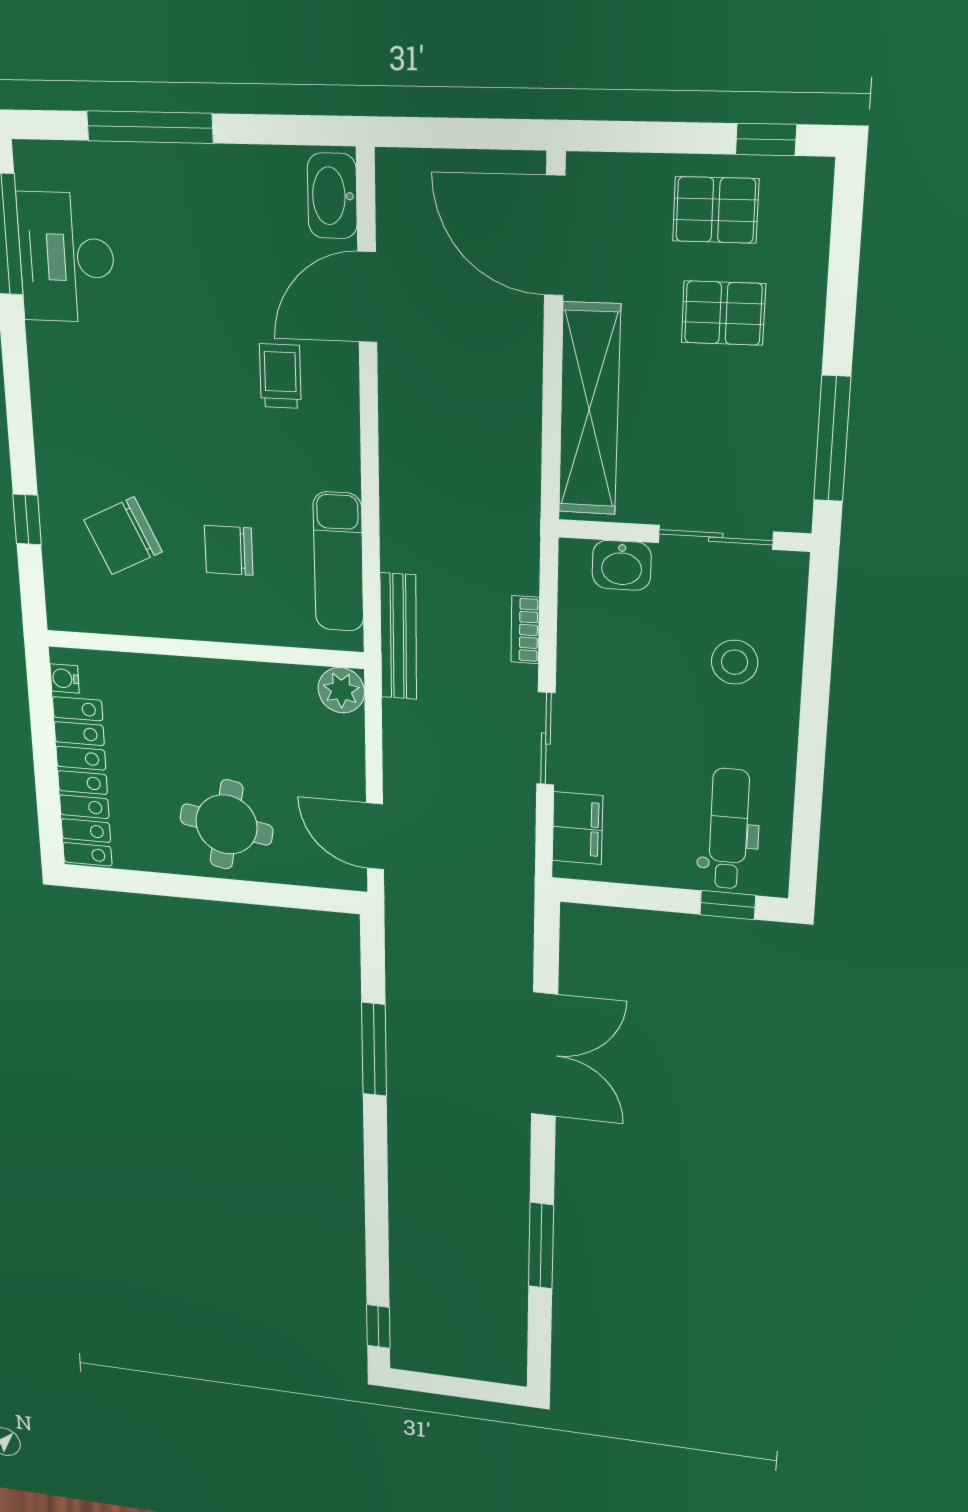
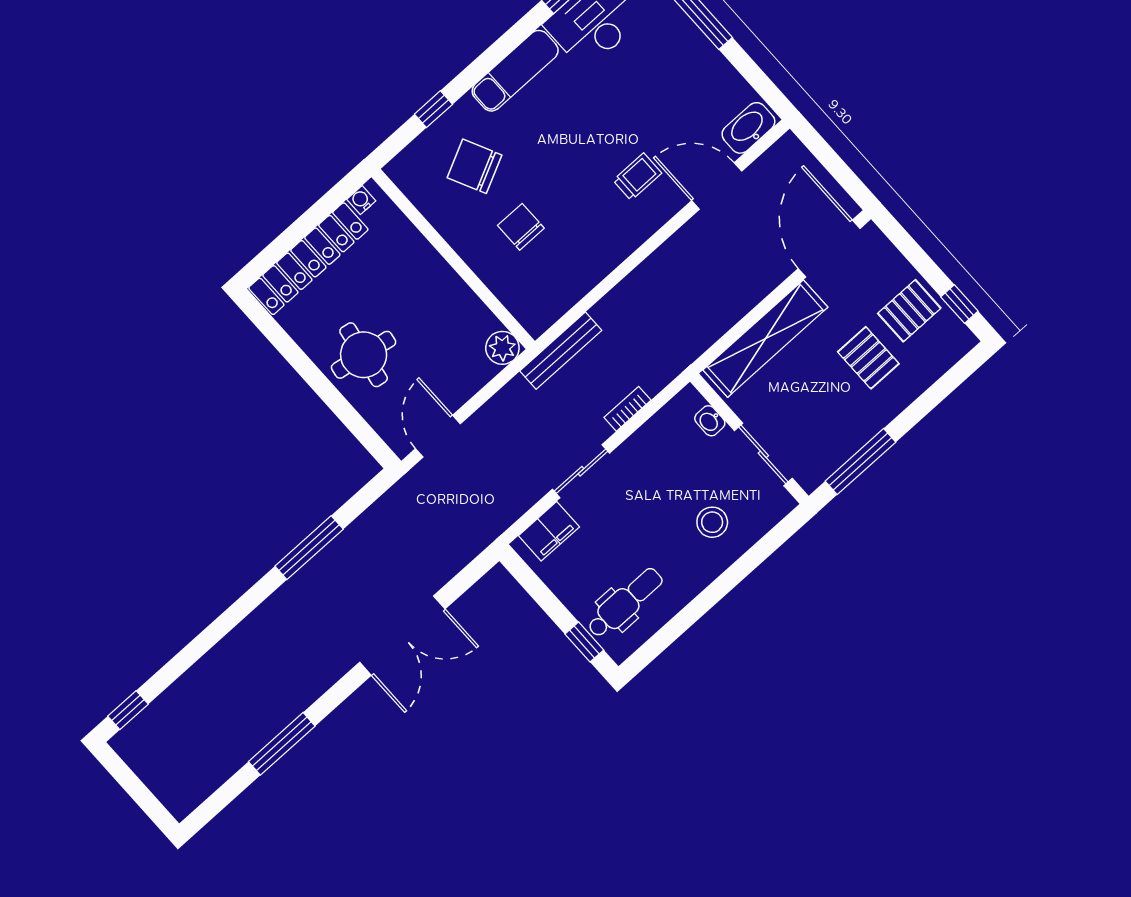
pallet: (716, 210) -> (909, 311), turned 90
exam couch: (338, 562) -> (515, 71), moved, turned 180
washbasin: (622, 565) -> (710, 421), width x0.72, depth x0.69

